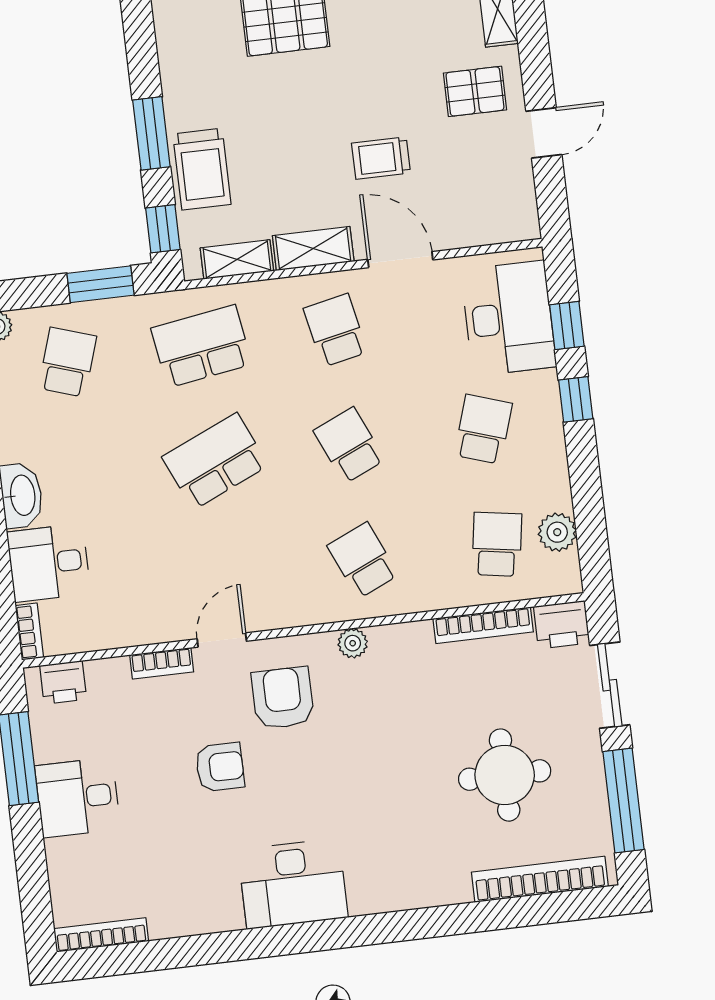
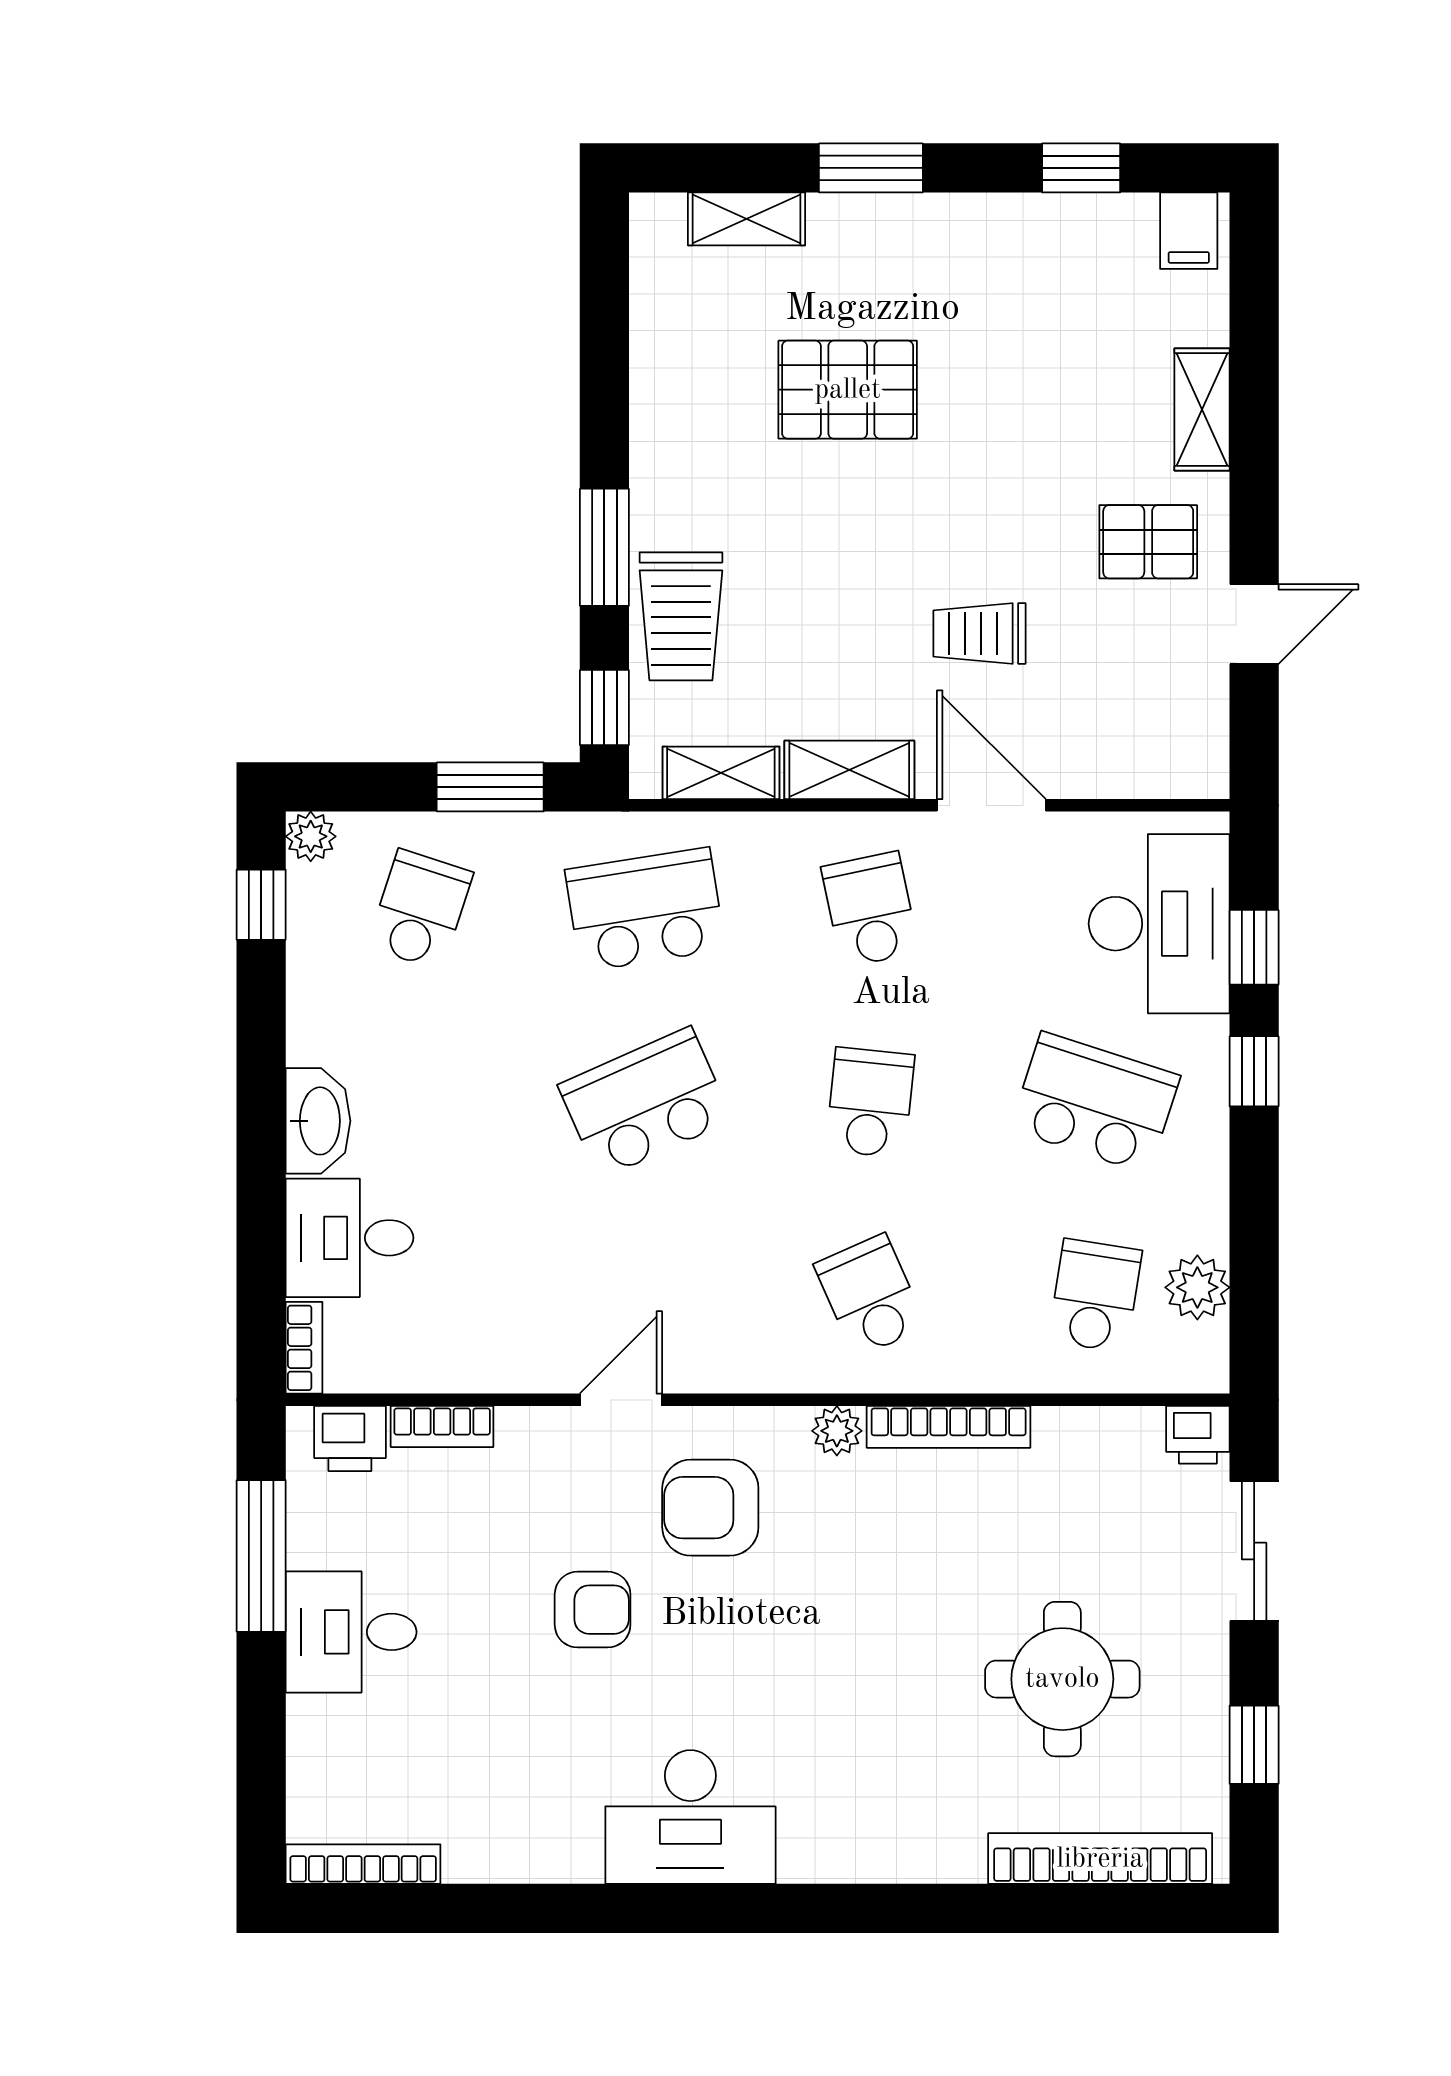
school desk: (483, 429) -> (1095, 1103), width x1.85
school desk: (349, 445) -> (870, 1103), turned 30
bookcase: (483, 625) -> (949, 1427), moved
printer: (562, 625) -> (1198, 1435), width x0.73, depth x0.81
bookcase: (162, 663) -> (442, 1426), moved
armchair: (283, 698) -> (710, 1508), turned -90
window: (623, 801) -> (1254, 1745), width x0.46

